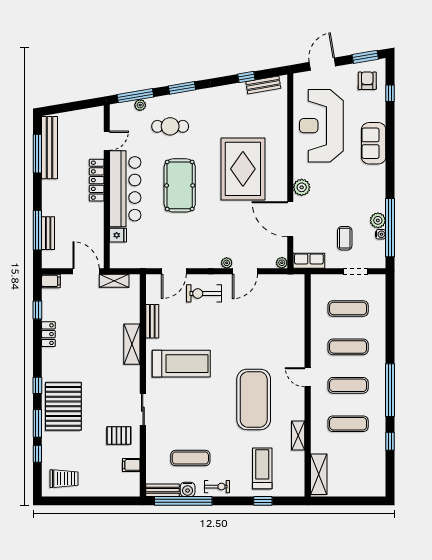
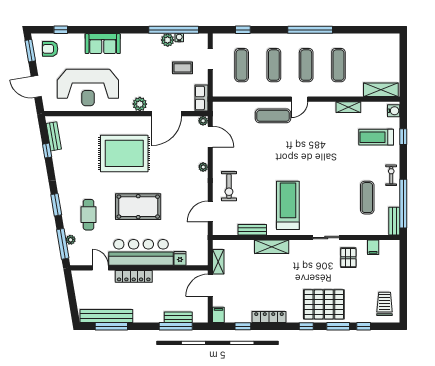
door: (174, 271) -> (210, 212), swing flipped
door: (245, 271) -> (210, 137), moved
locker: (48, 334) -> (269, 317), width x1.53
exercise mat: (254, 399) -> (273, 116), moved, width x0.50, depth x0.69
window: (390, 441) -> (243, 30), moved
water cooler: (188, 489) -> (394, 111), moved

